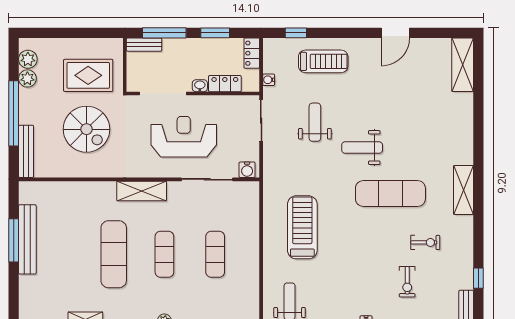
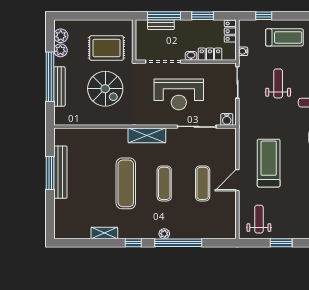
bench: (144, 45) -> (161, 25), moved
reception desk: (184, 137) -> (179, 94), turned 180
bench: (26, 151) -> (59, 87), moved
door: (261, 250) -> (237, 180), added

